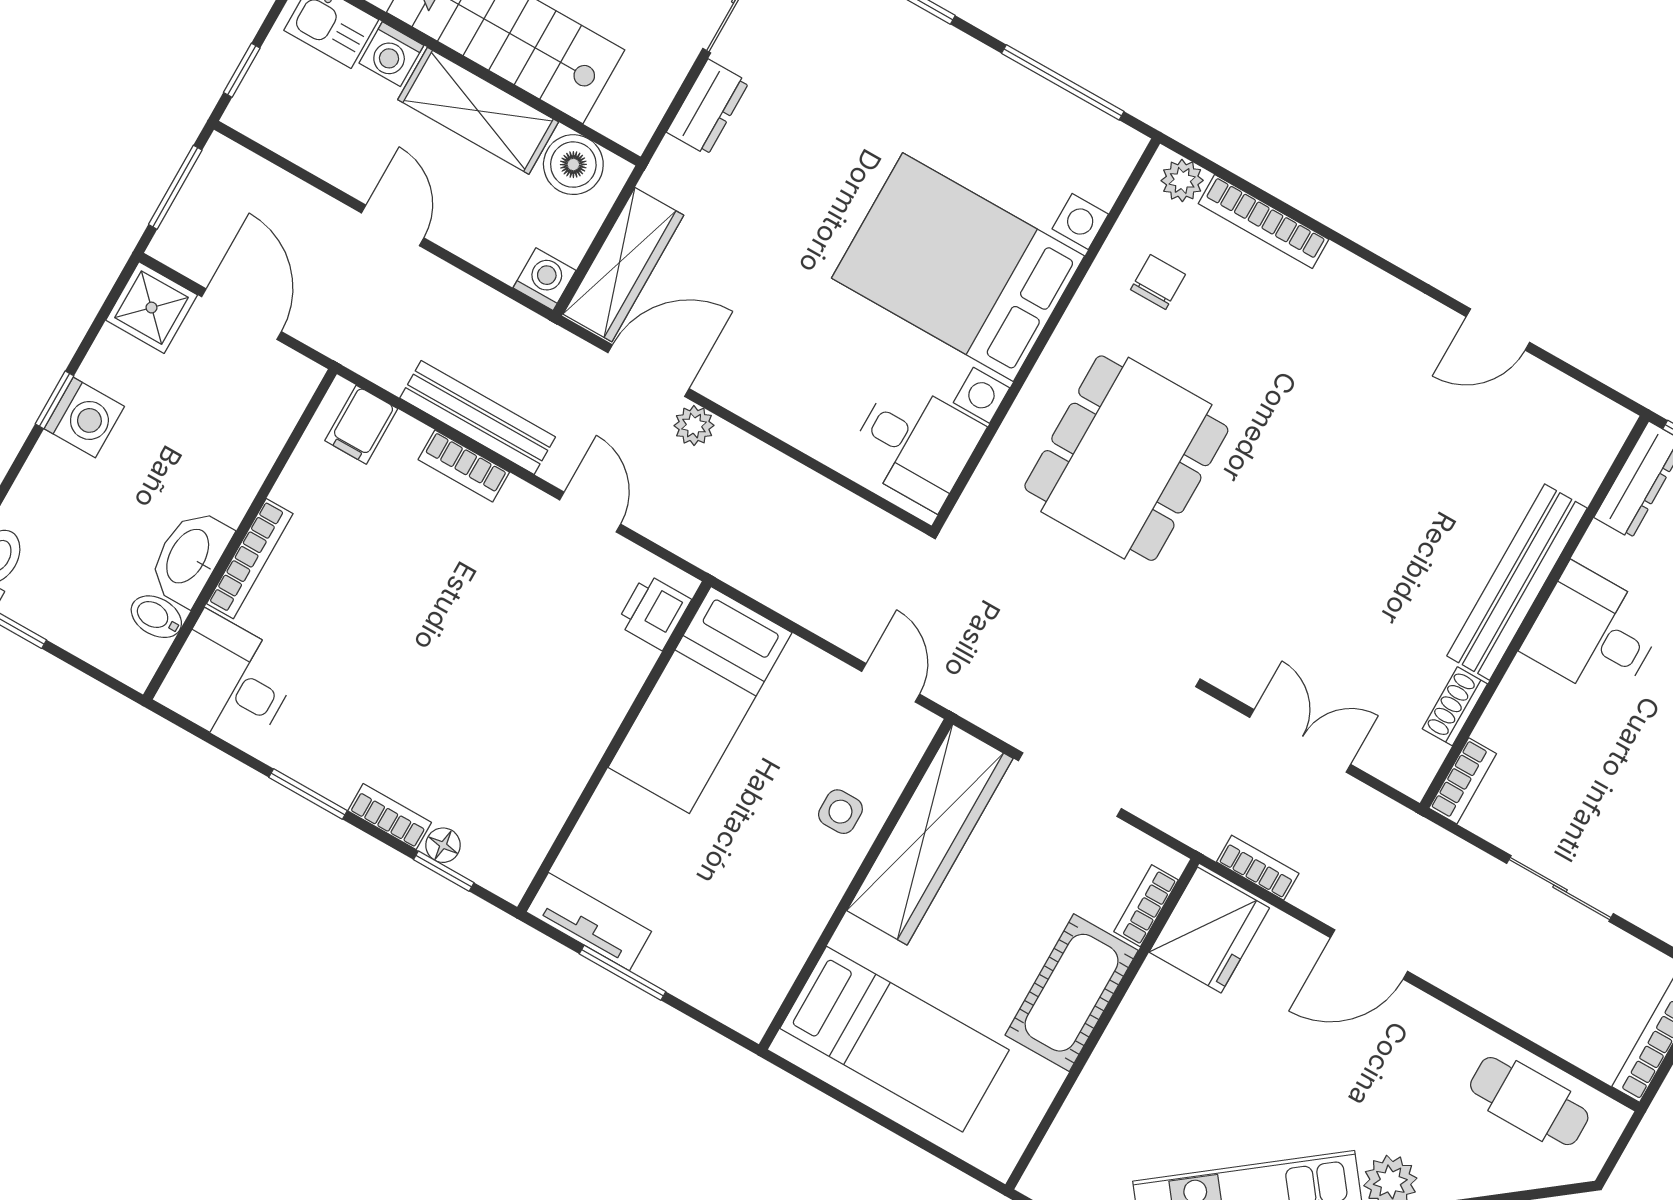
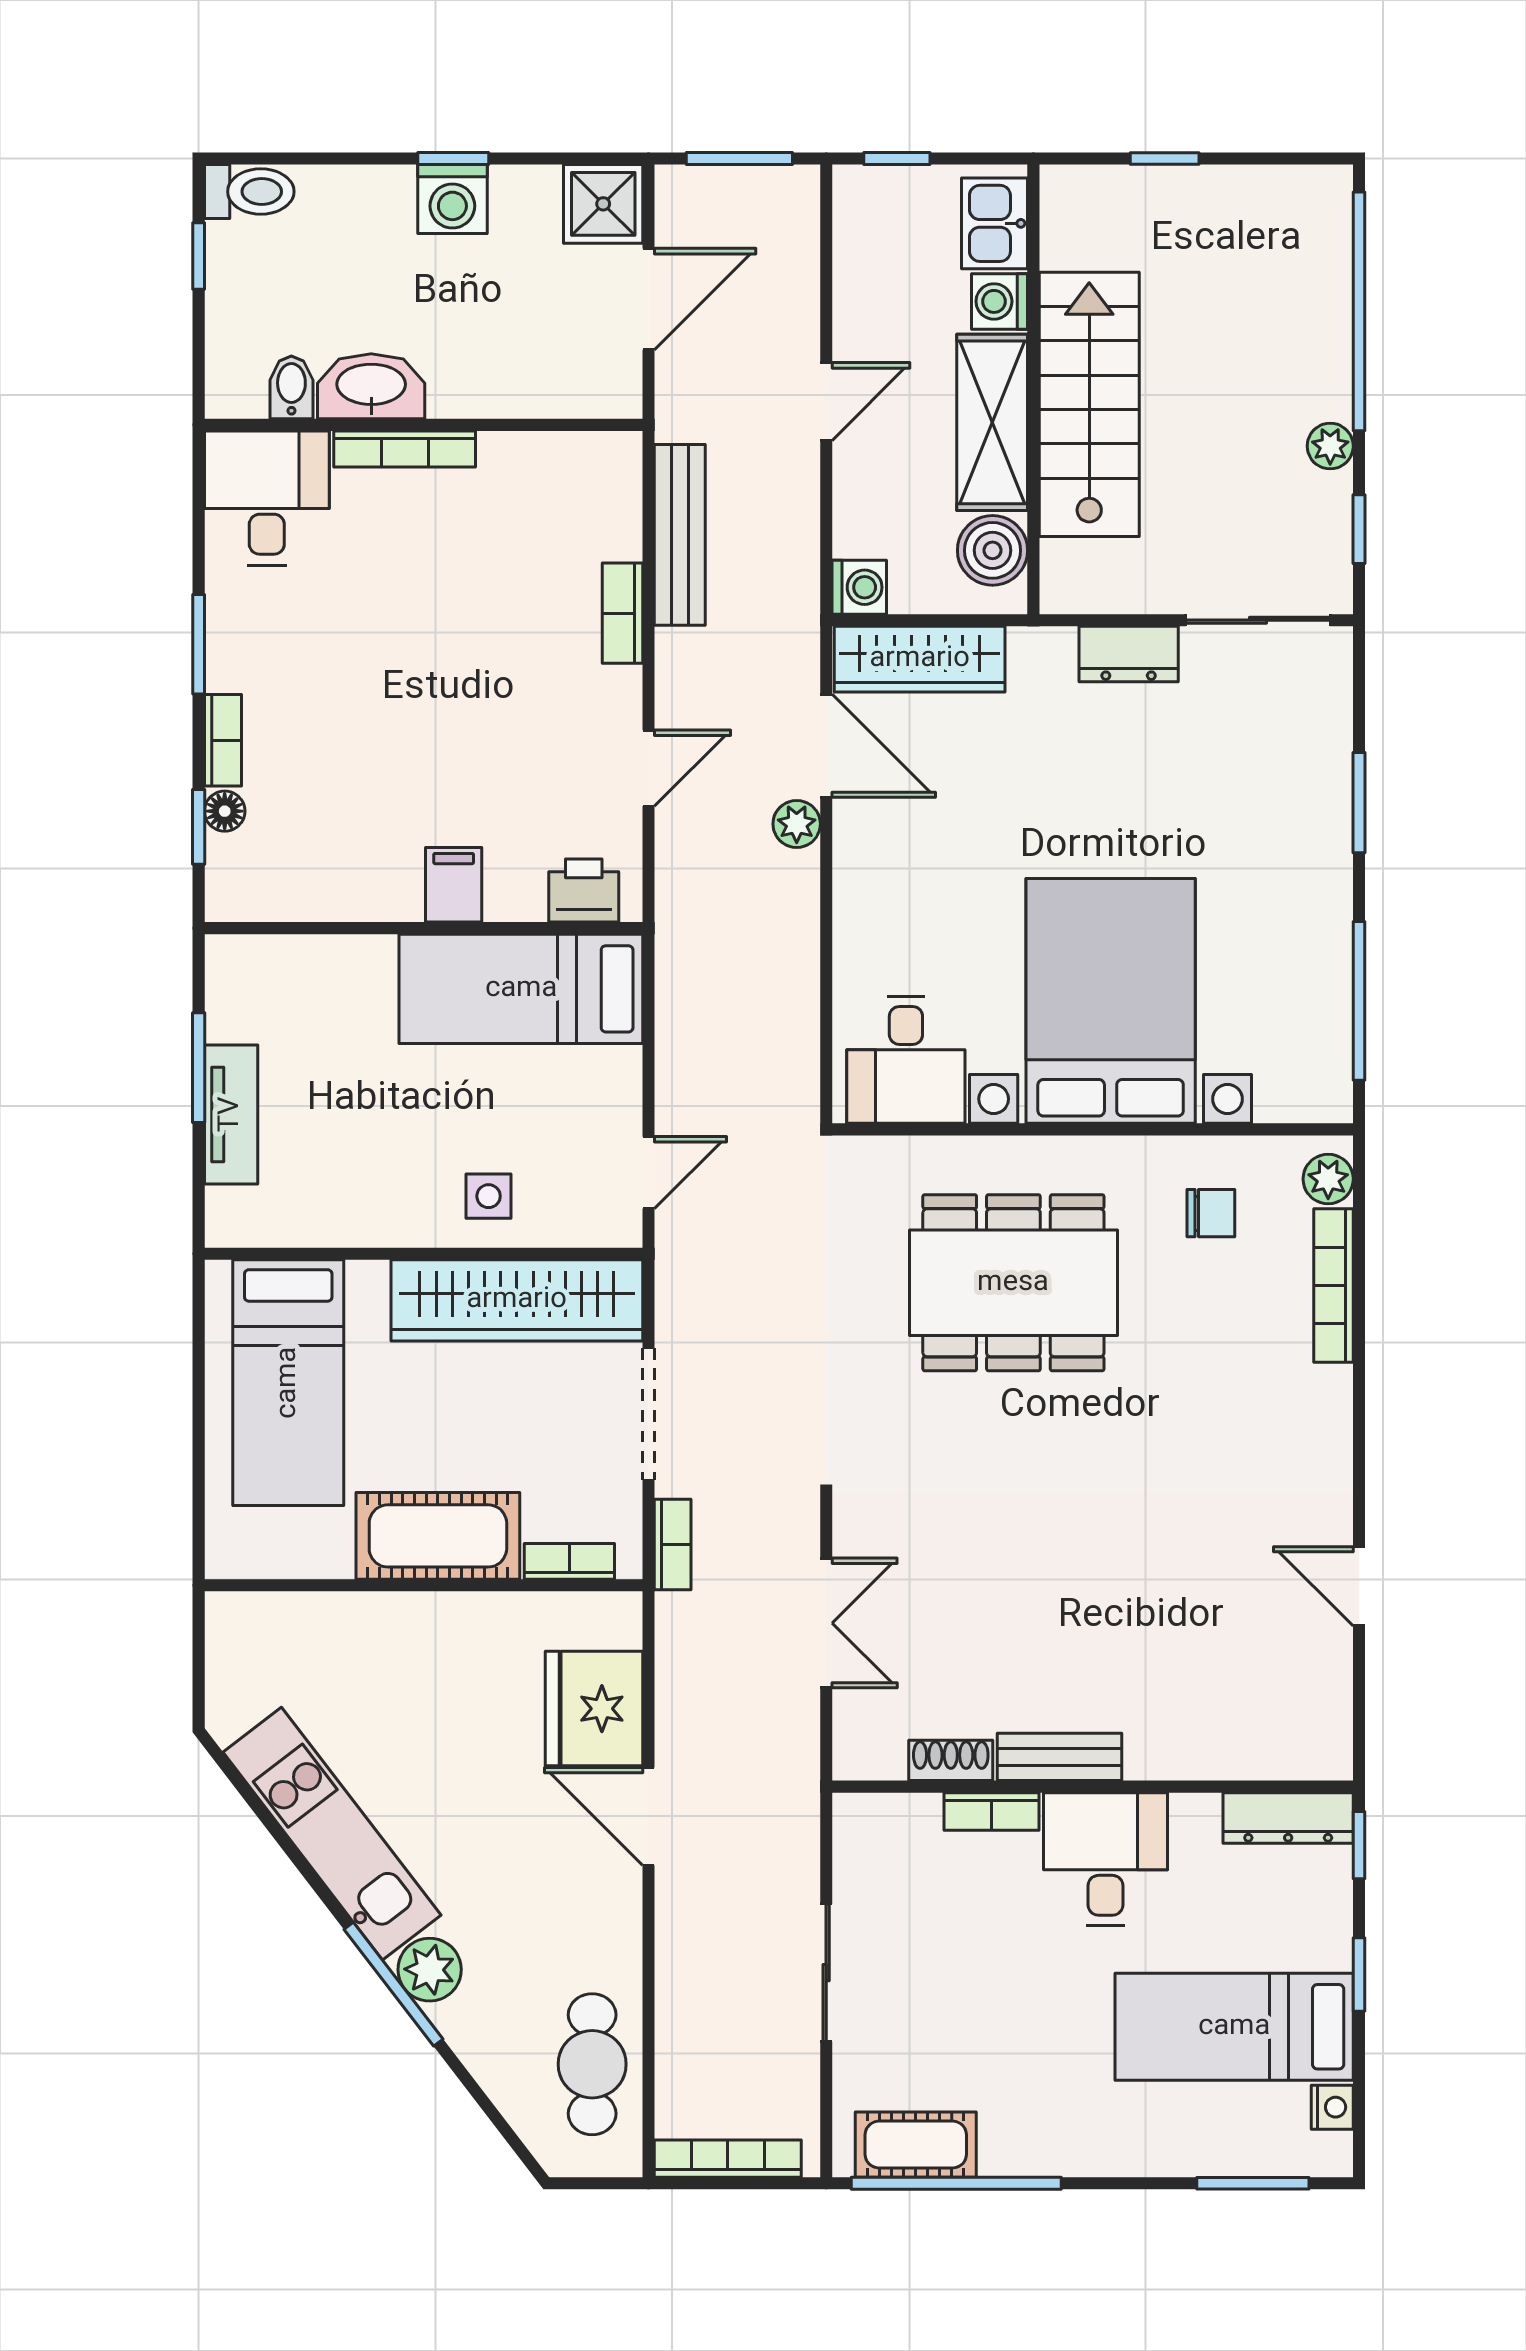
bench: (478, 417) -> (680, 535), moved
filing cabinet: (361, 425) -> (454, 885), moved, turned 90
bench: (1517, 582) -> (1059, 1757), width x0.54, depth x0.82
bookcase: (1463, 781) -> (992, 1811), moved
bookcase: (1258, 868) -> (673, 1544), moved
tv unit: (589, 922) -> (231, 1114), moved
fridge: (1209, 930) -> (594, 1709), moved, turned 90

